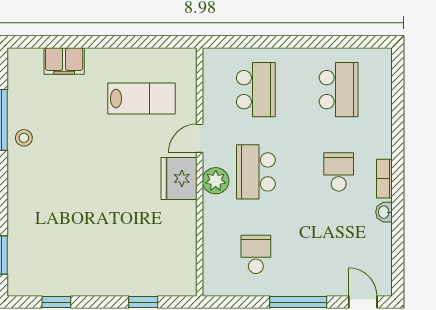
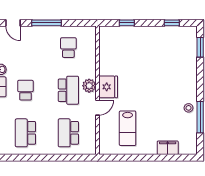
lab bench: (141, 99) -> (128, 128), turned -90
school desk: (339, 172) -> (25, 90), turned 180
school desk: (256, 254) -> (68, 48), turned 180

